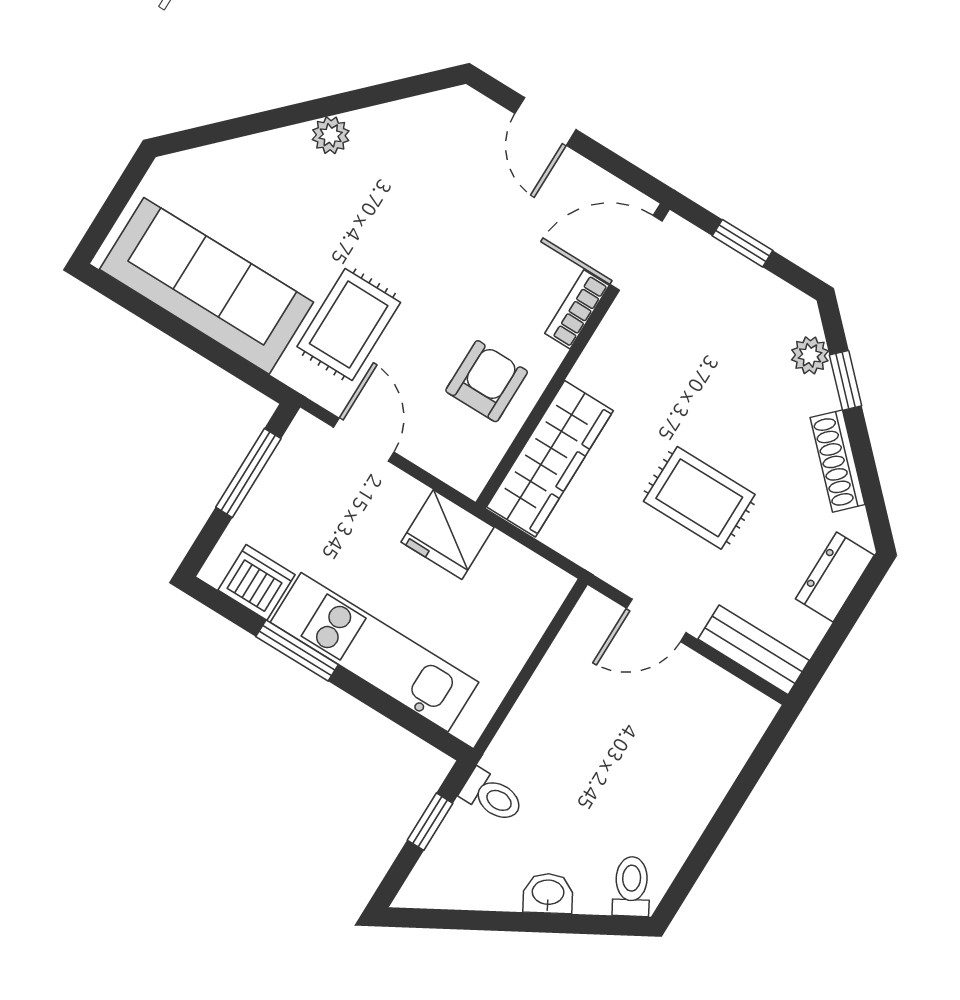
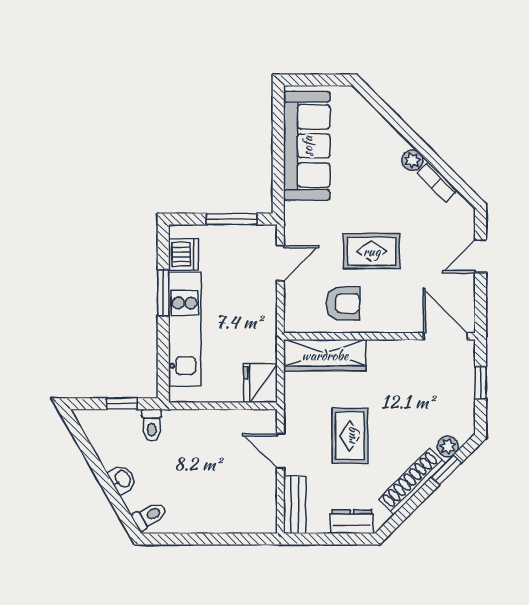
bookcase: (577, 309) -> (437, 182), moved, turned -135
rug: (349, 325) -> (372, 251), moved
shoe rack: (838, 461) -> (412, 481), width x1.36, depth x1.24
fridge: (448, 535) -> (260, 383), moved

